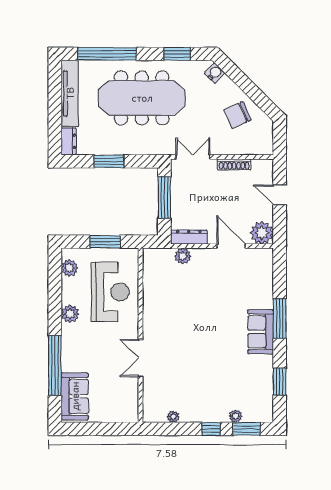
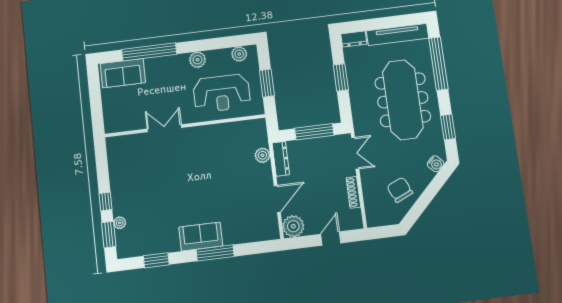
plant: (173, 417) -> (113, 165), removed

